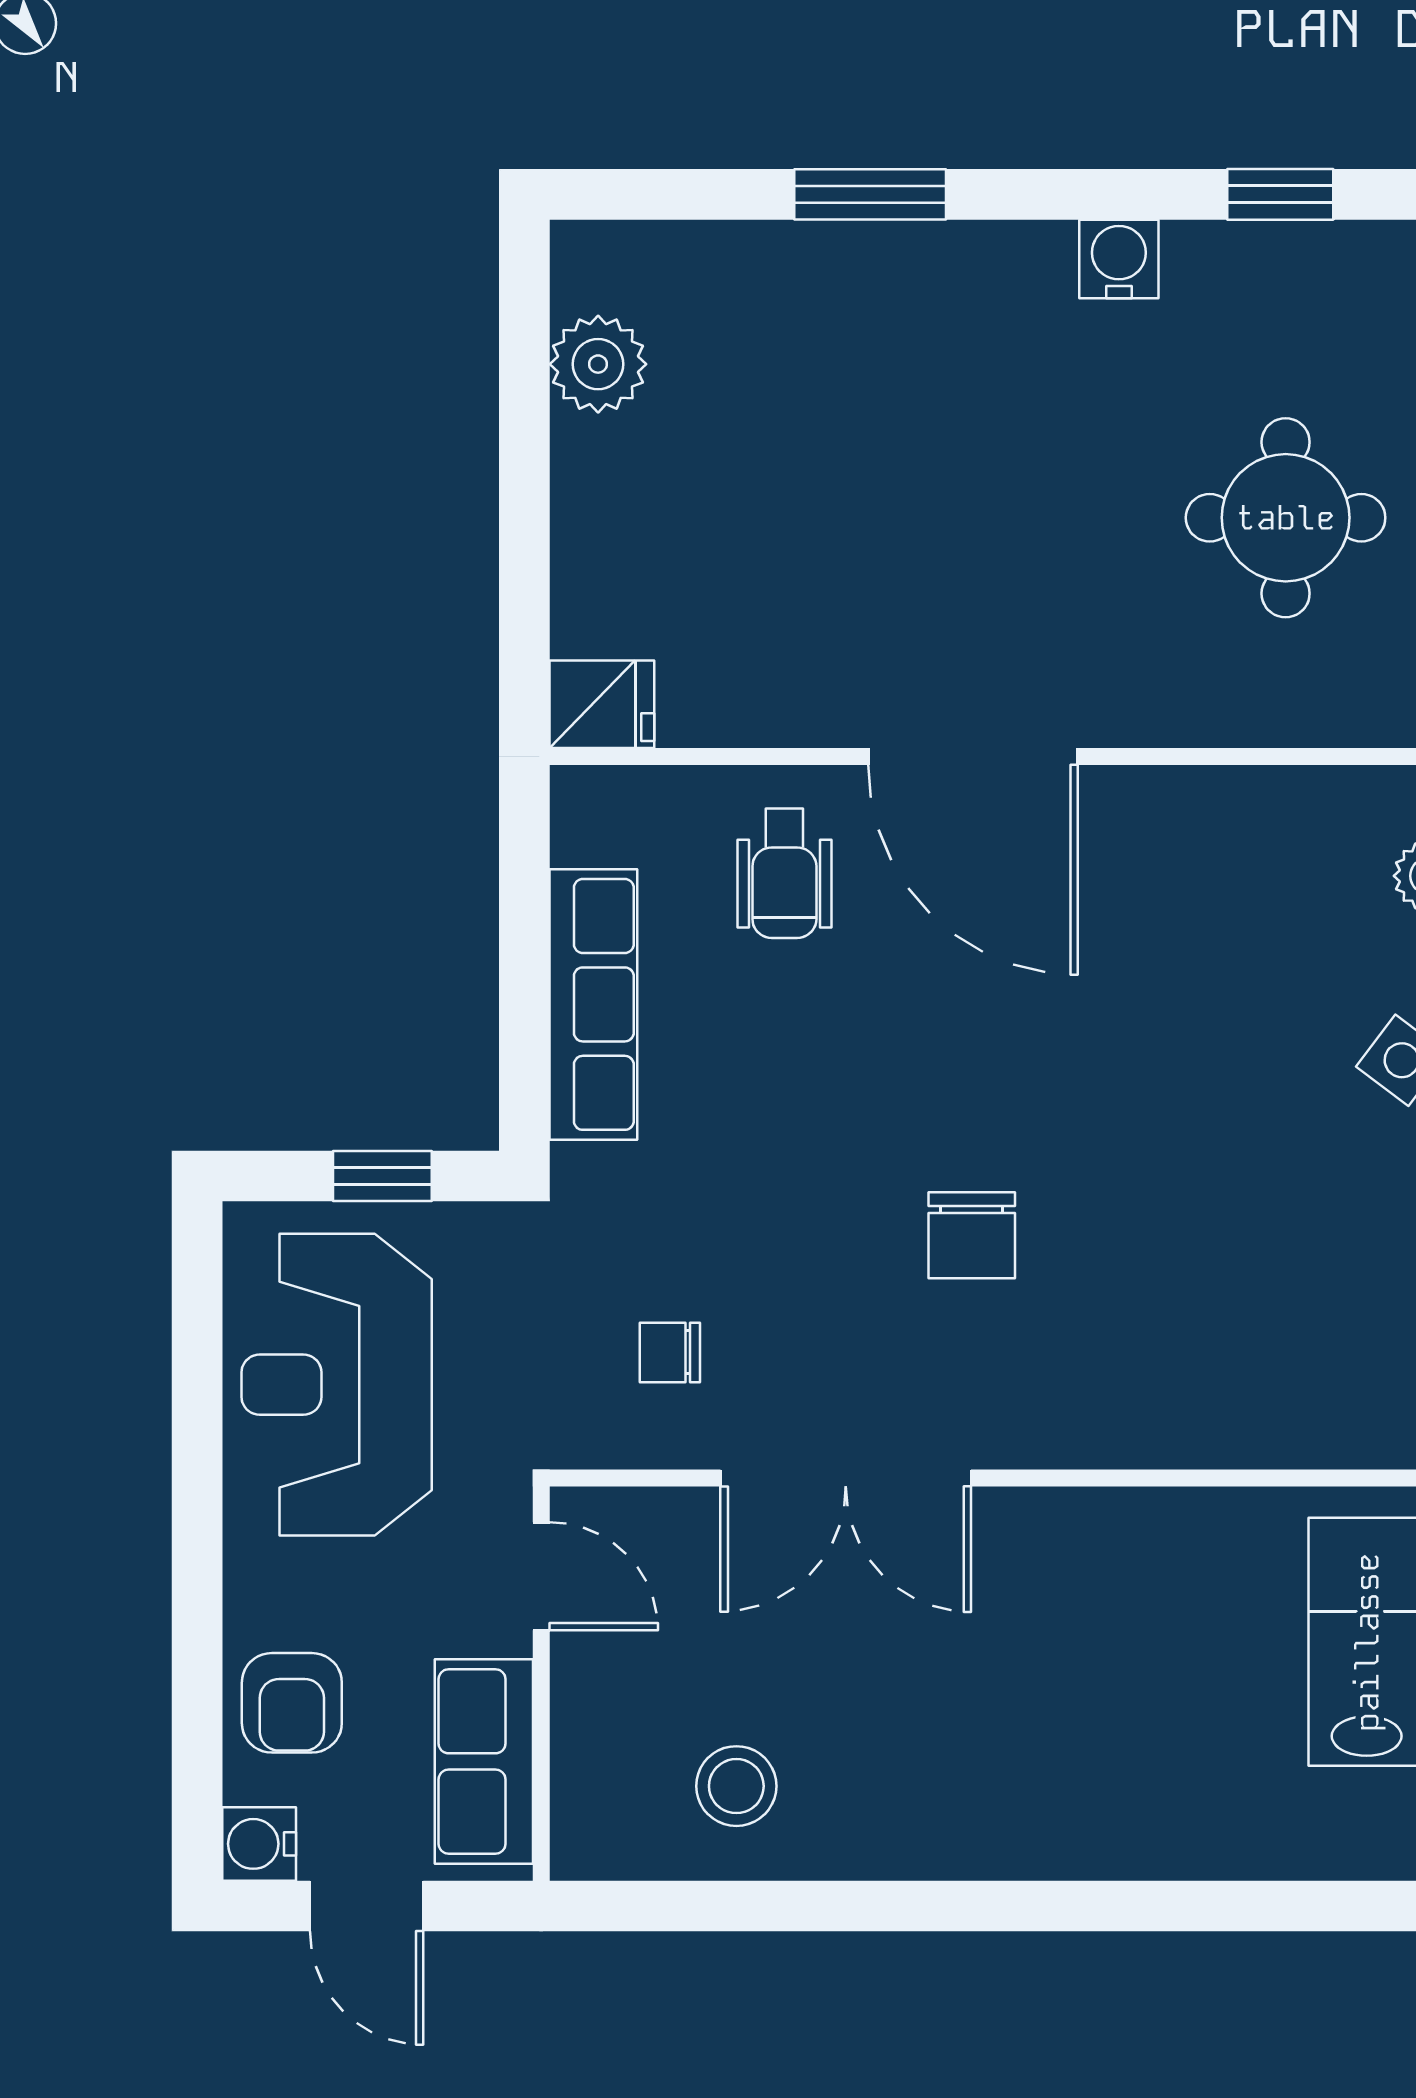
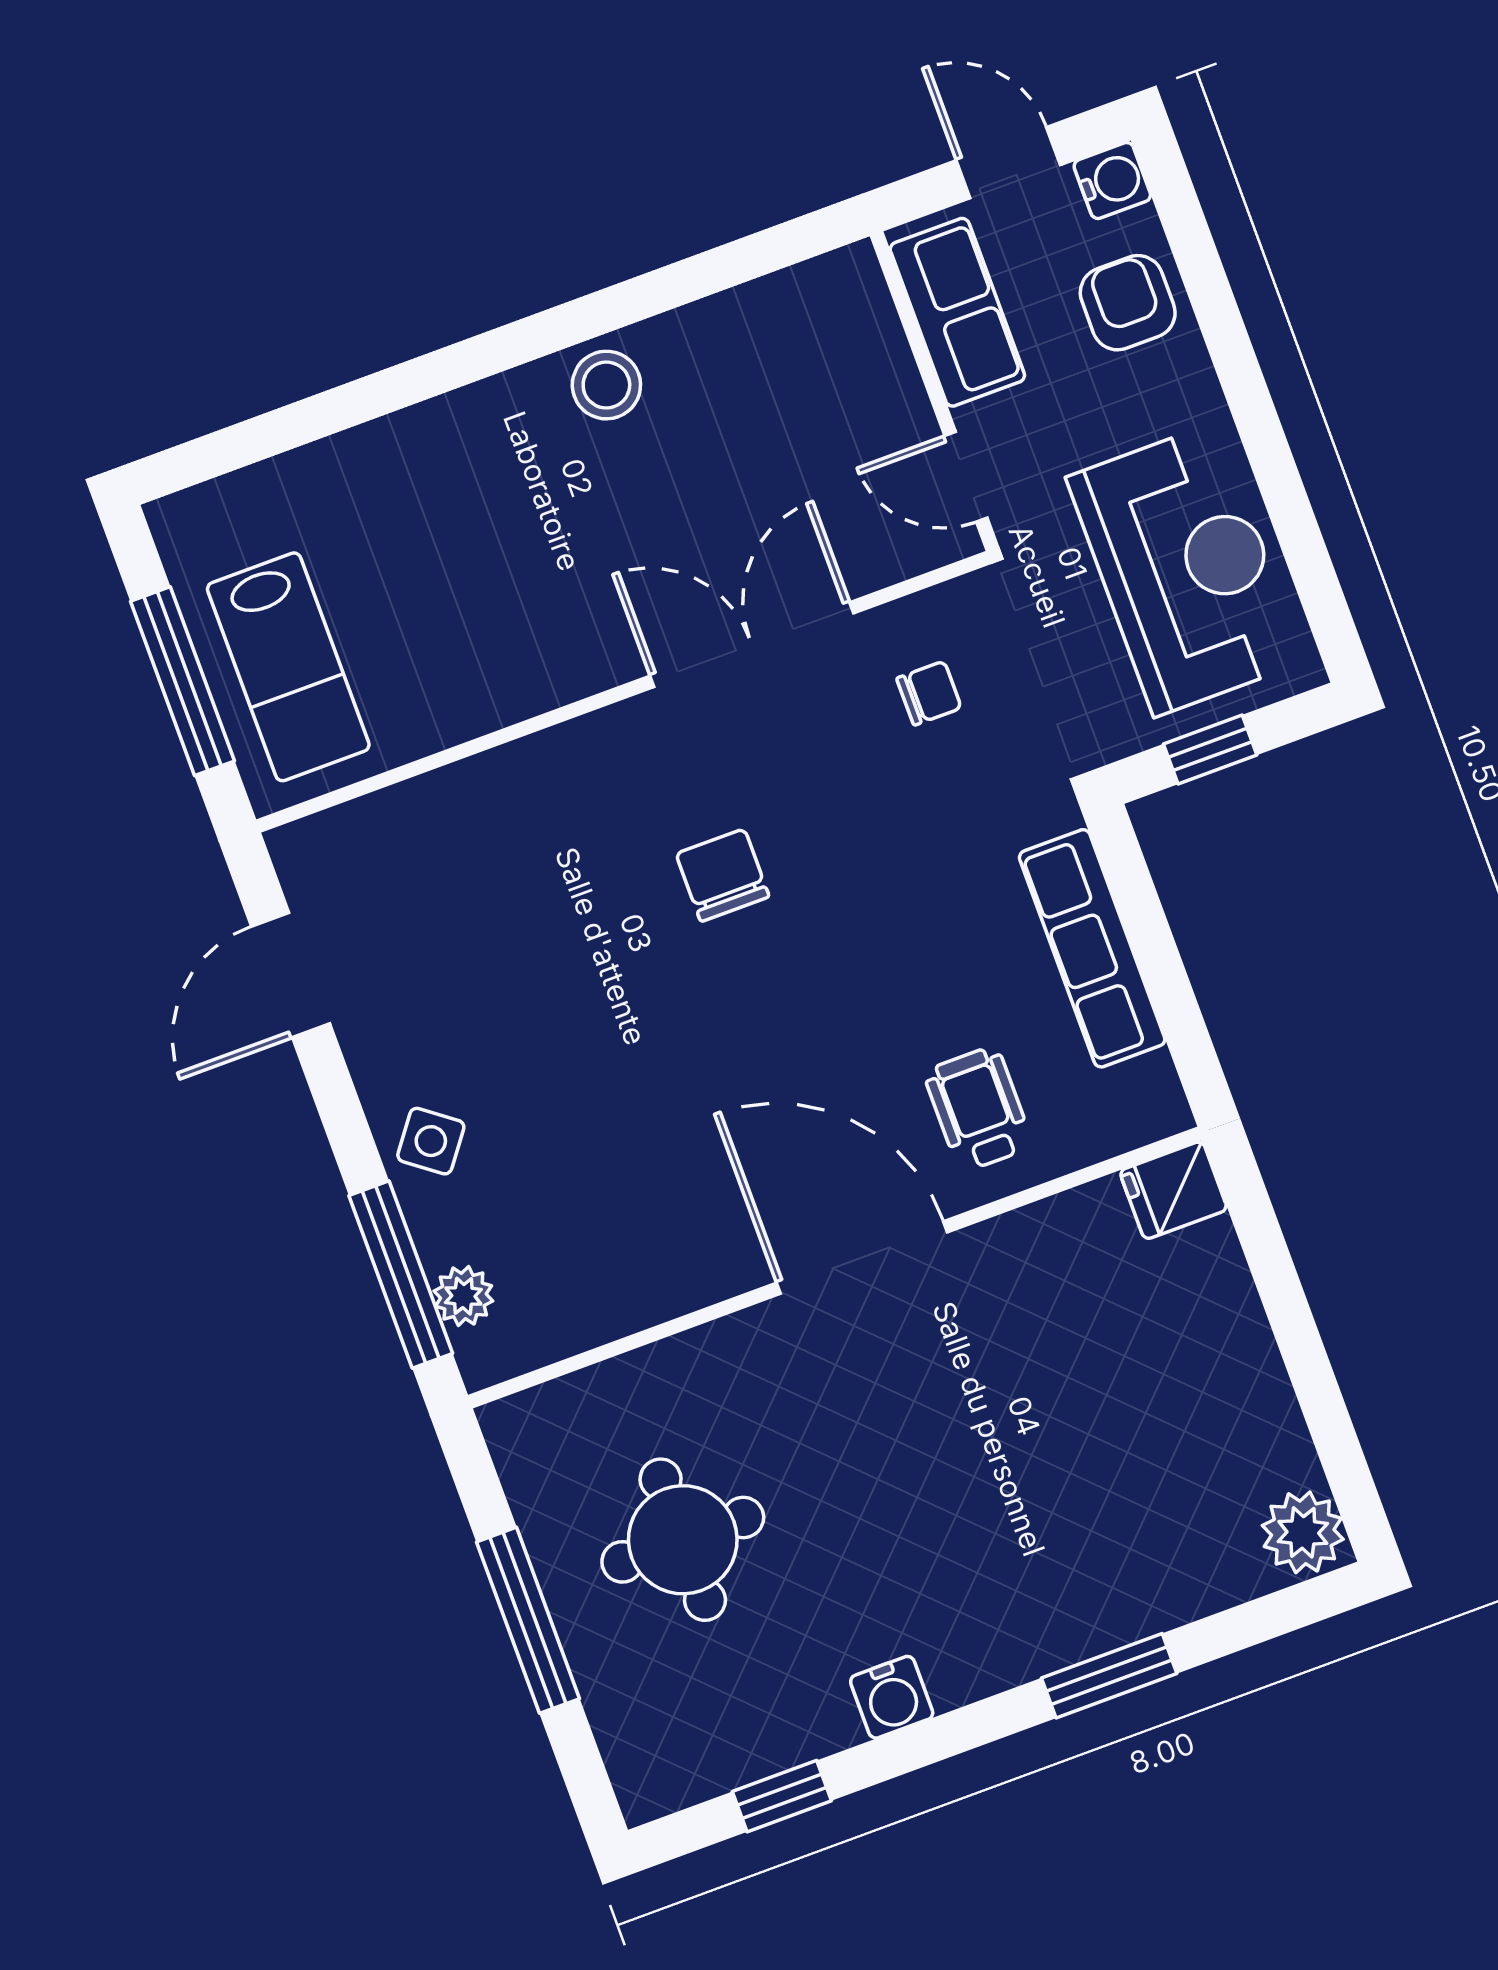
plant: (598, 364) -> (1303, 1532), moved
stool: (736, 1786) -> (606, 385), moved

